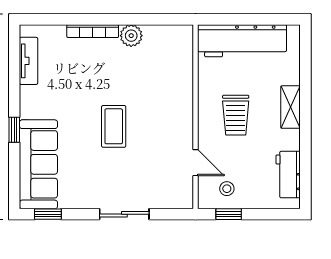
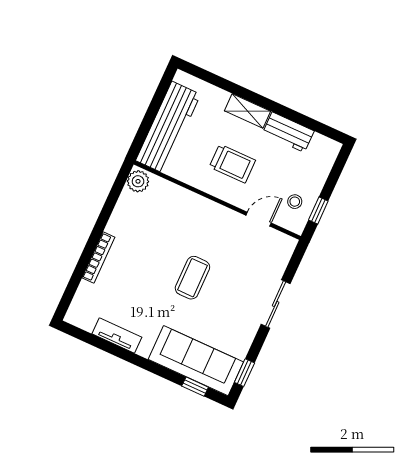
plant: (131, 36) -> (138, 181), moved
tv unit: (29, 61) -> (117, 335), moved
coffee table: (114, 126) -> (192, 278), turned 90
window: (14, 130) -> (195, 387), moved
workbench: (288, 175) -> (288, 132), moved

